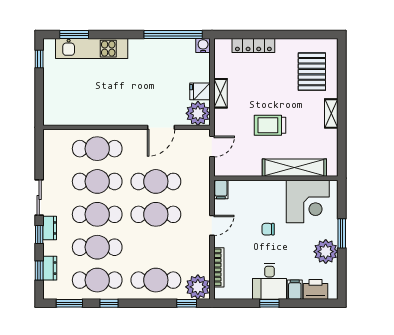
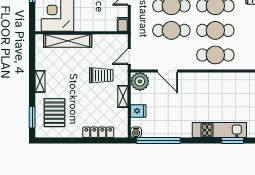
window: (342, 66) -> (32, 117), added
fridge: (200, 91) -> (138, 111), moved
trolley: (270, 125) -> (101, 75), moved
door: (161, 127) -> (167, 71), swing flipped

